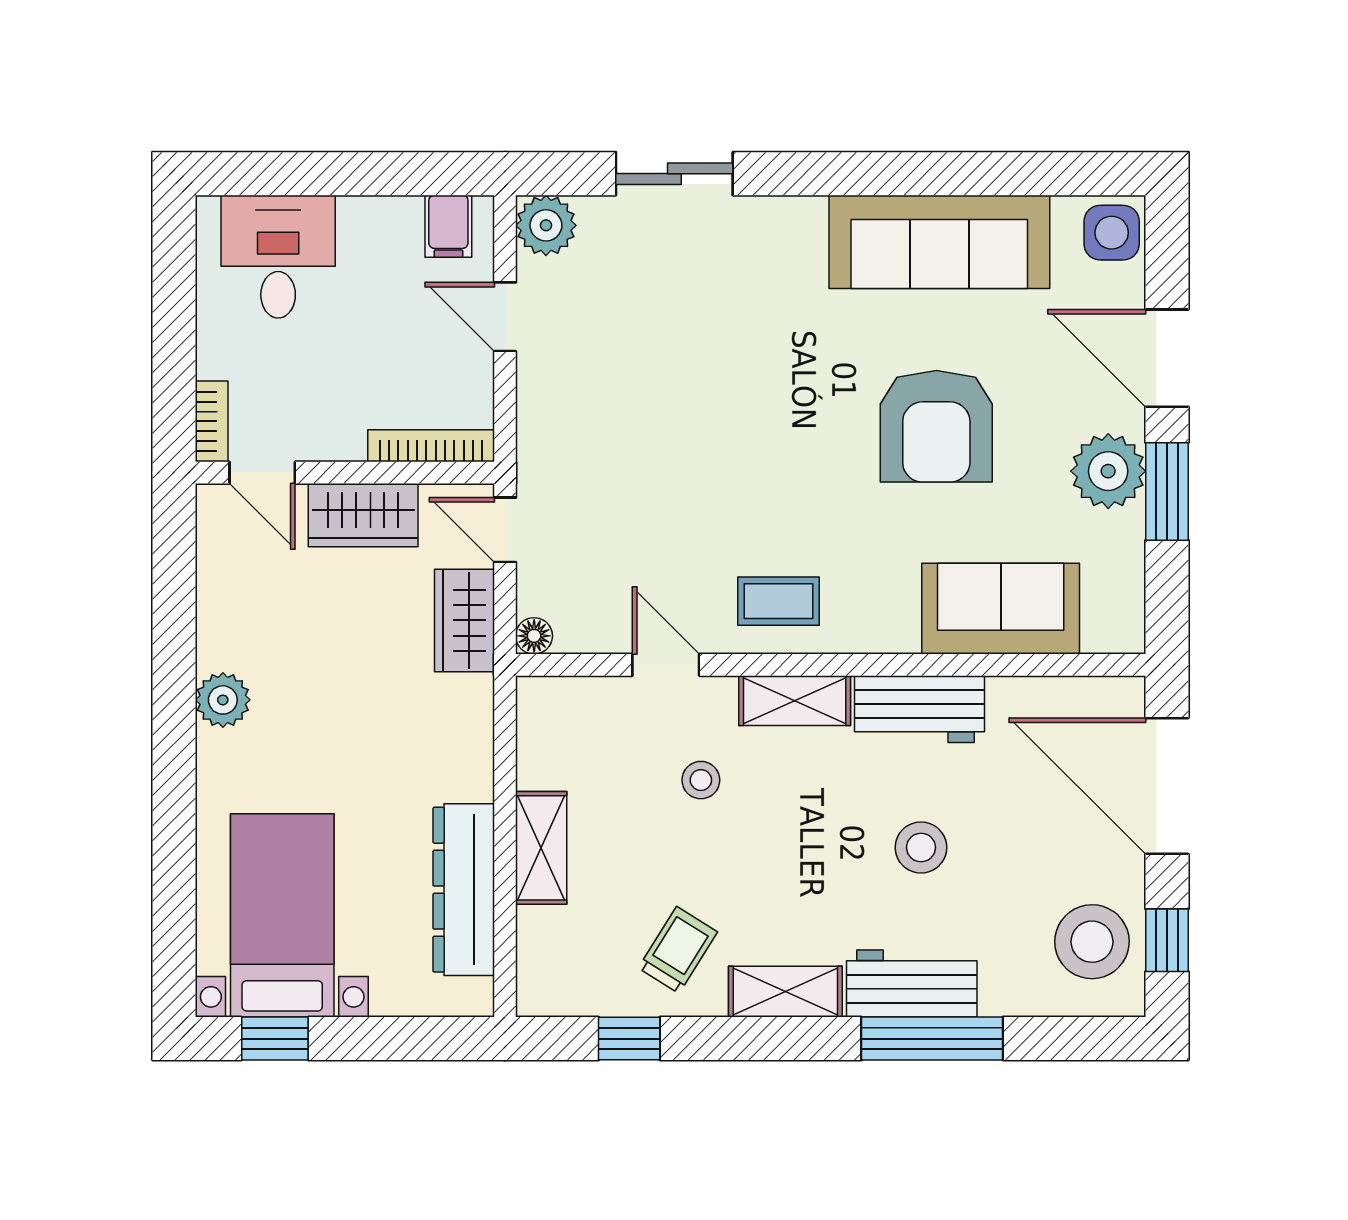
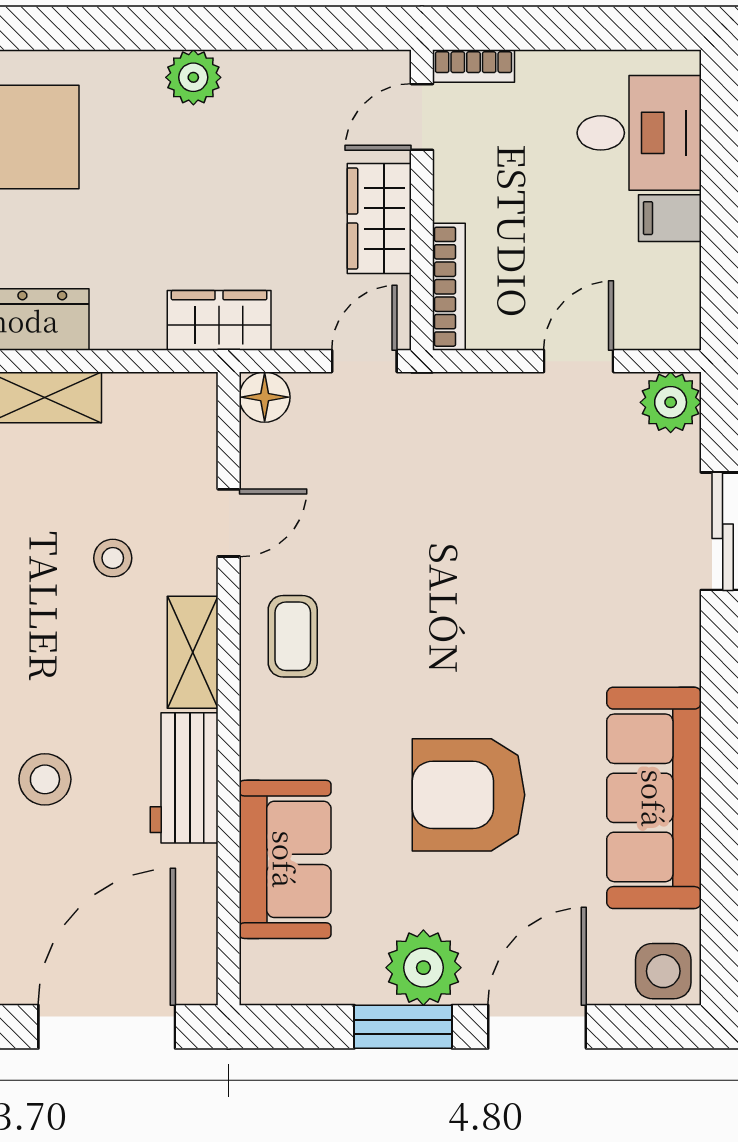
filing cabinet: (448, 226) -> (670, 218), moved
wardrobe: (465, 620) -> (219, 320), moved
floor lamp: (534, 636) -> (265, 397), width x1.37, depth x1.37

